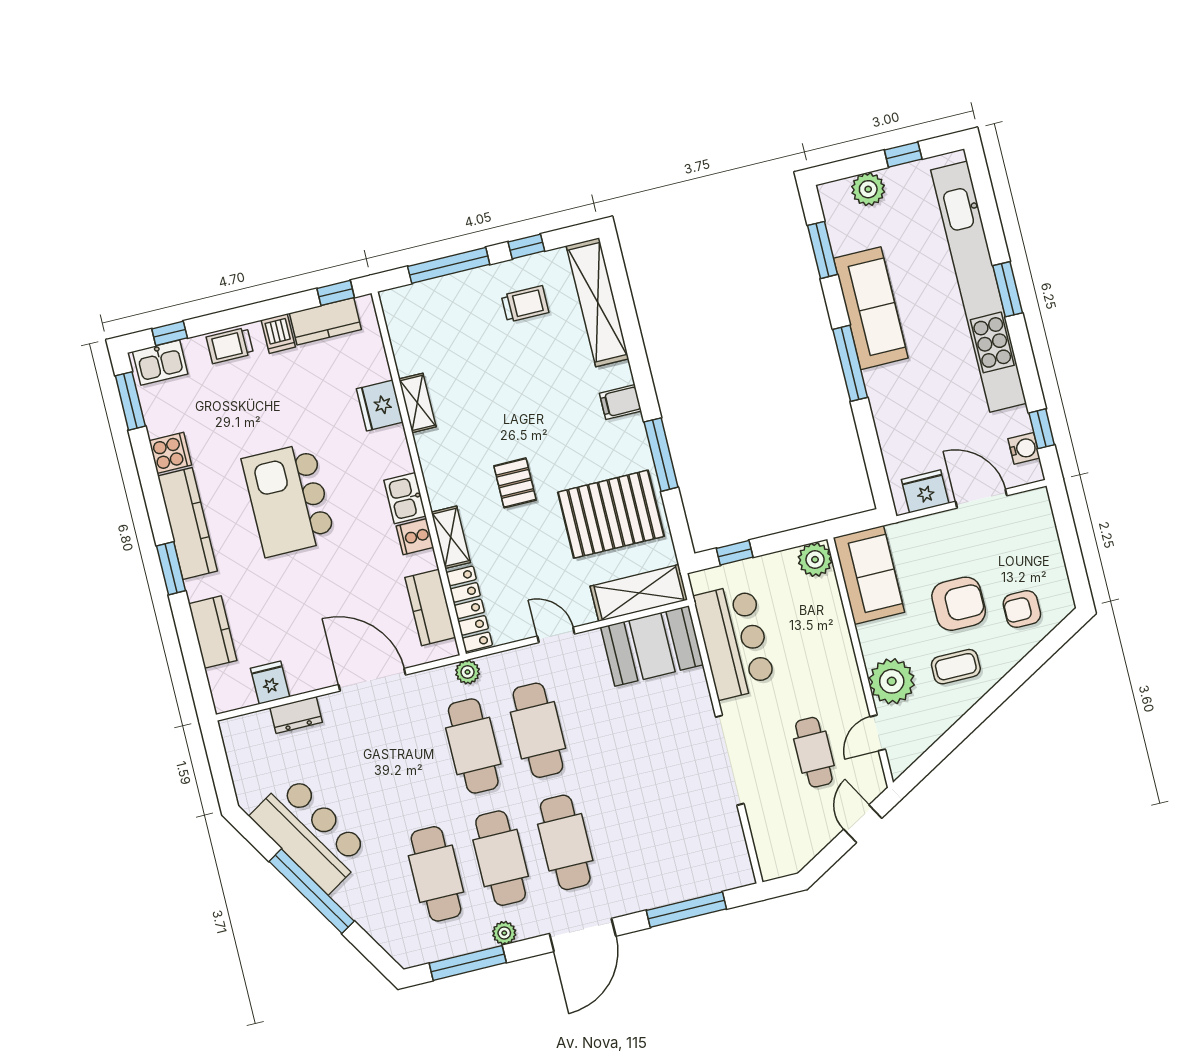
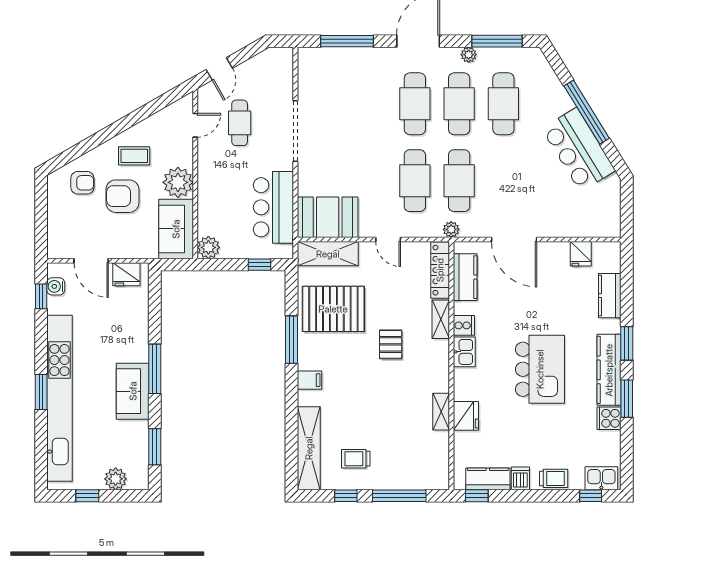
sofa: (871, 308) -> (133, 391), width x0.73
window: (130, 401) -> (627, 399), moved
plant: (892, 681) -> (178, 182), moved
dresser: (296, 715) -> (569, 229), removed

